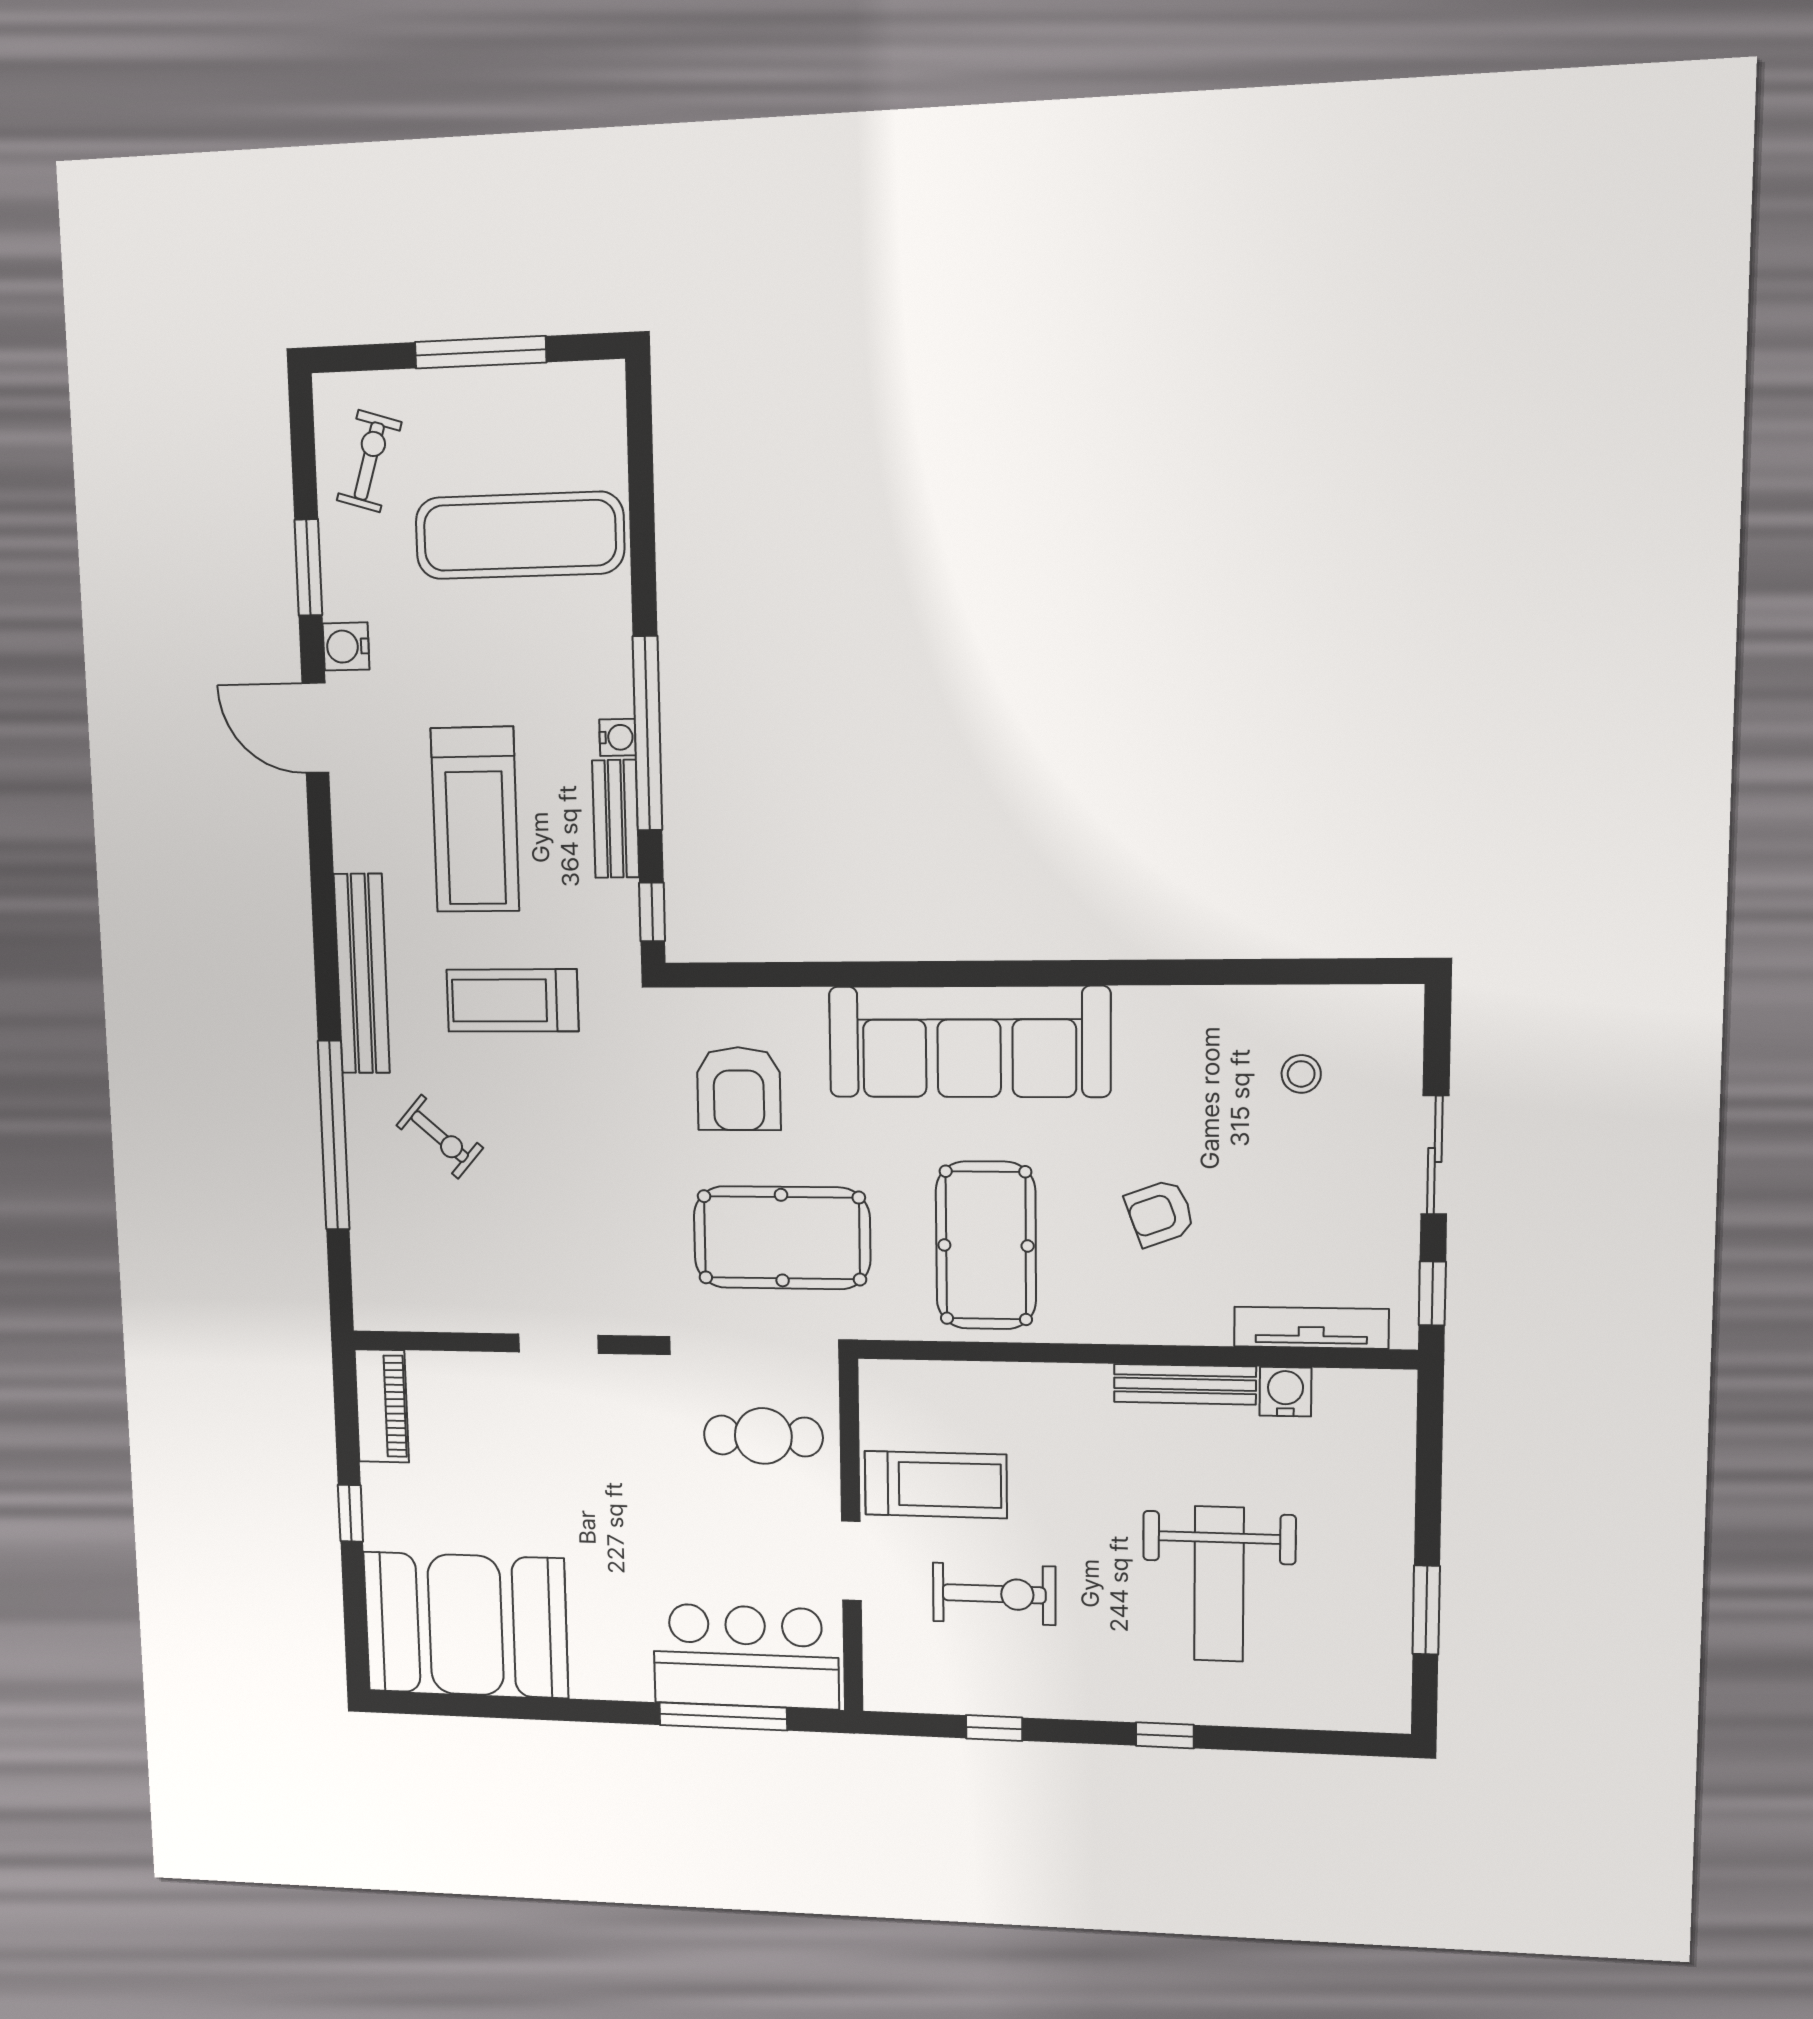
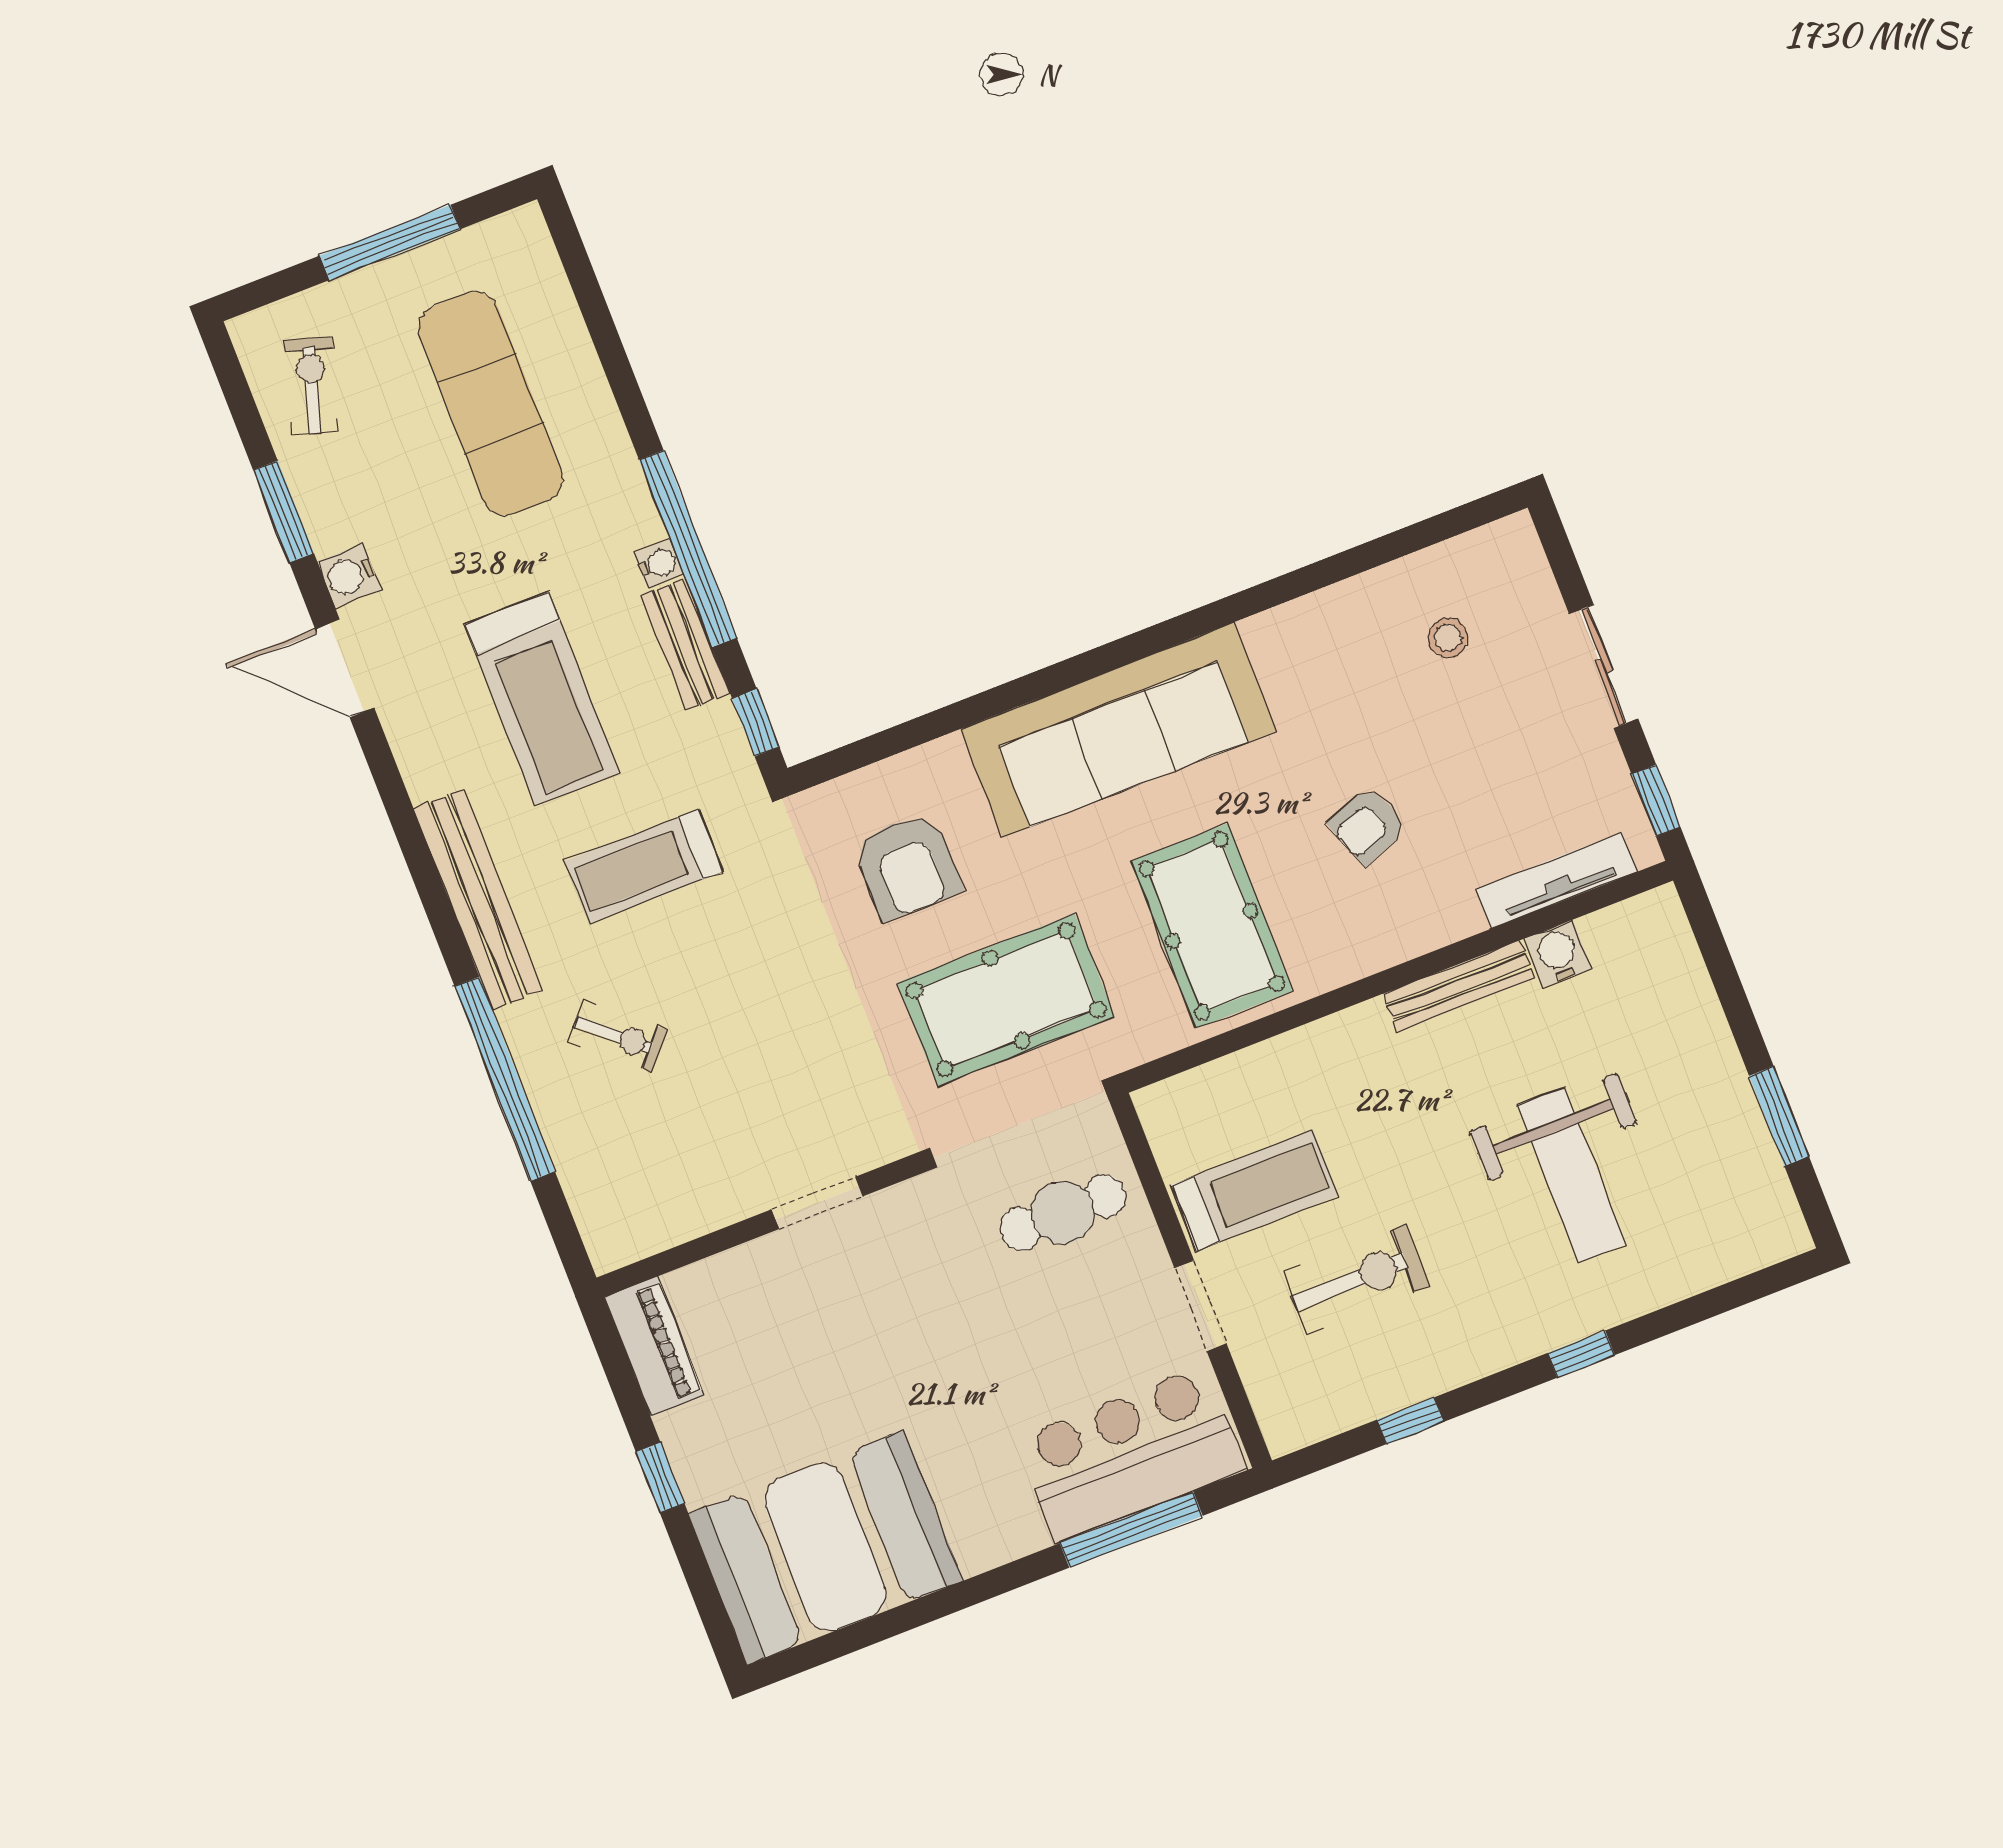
exercise mat: (520, 535) -> (491, 404), turned 90

